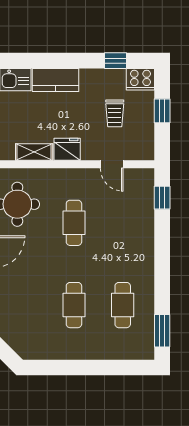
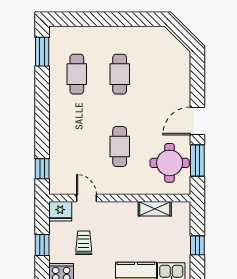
fridge: (67, 149) -> (60, 211), moved

